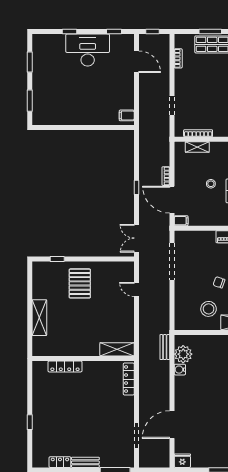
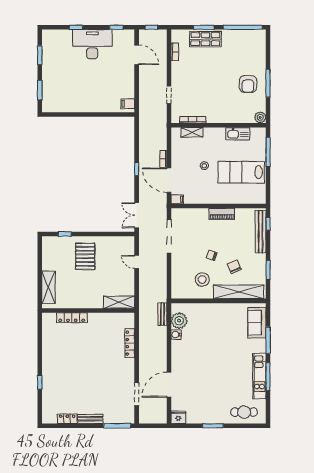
shelving: (117, 349) -> (119, 302), moved
wall: (83, 359) -> (88, 311), moved
locker: (65, 366) -> (72, 318), moved

